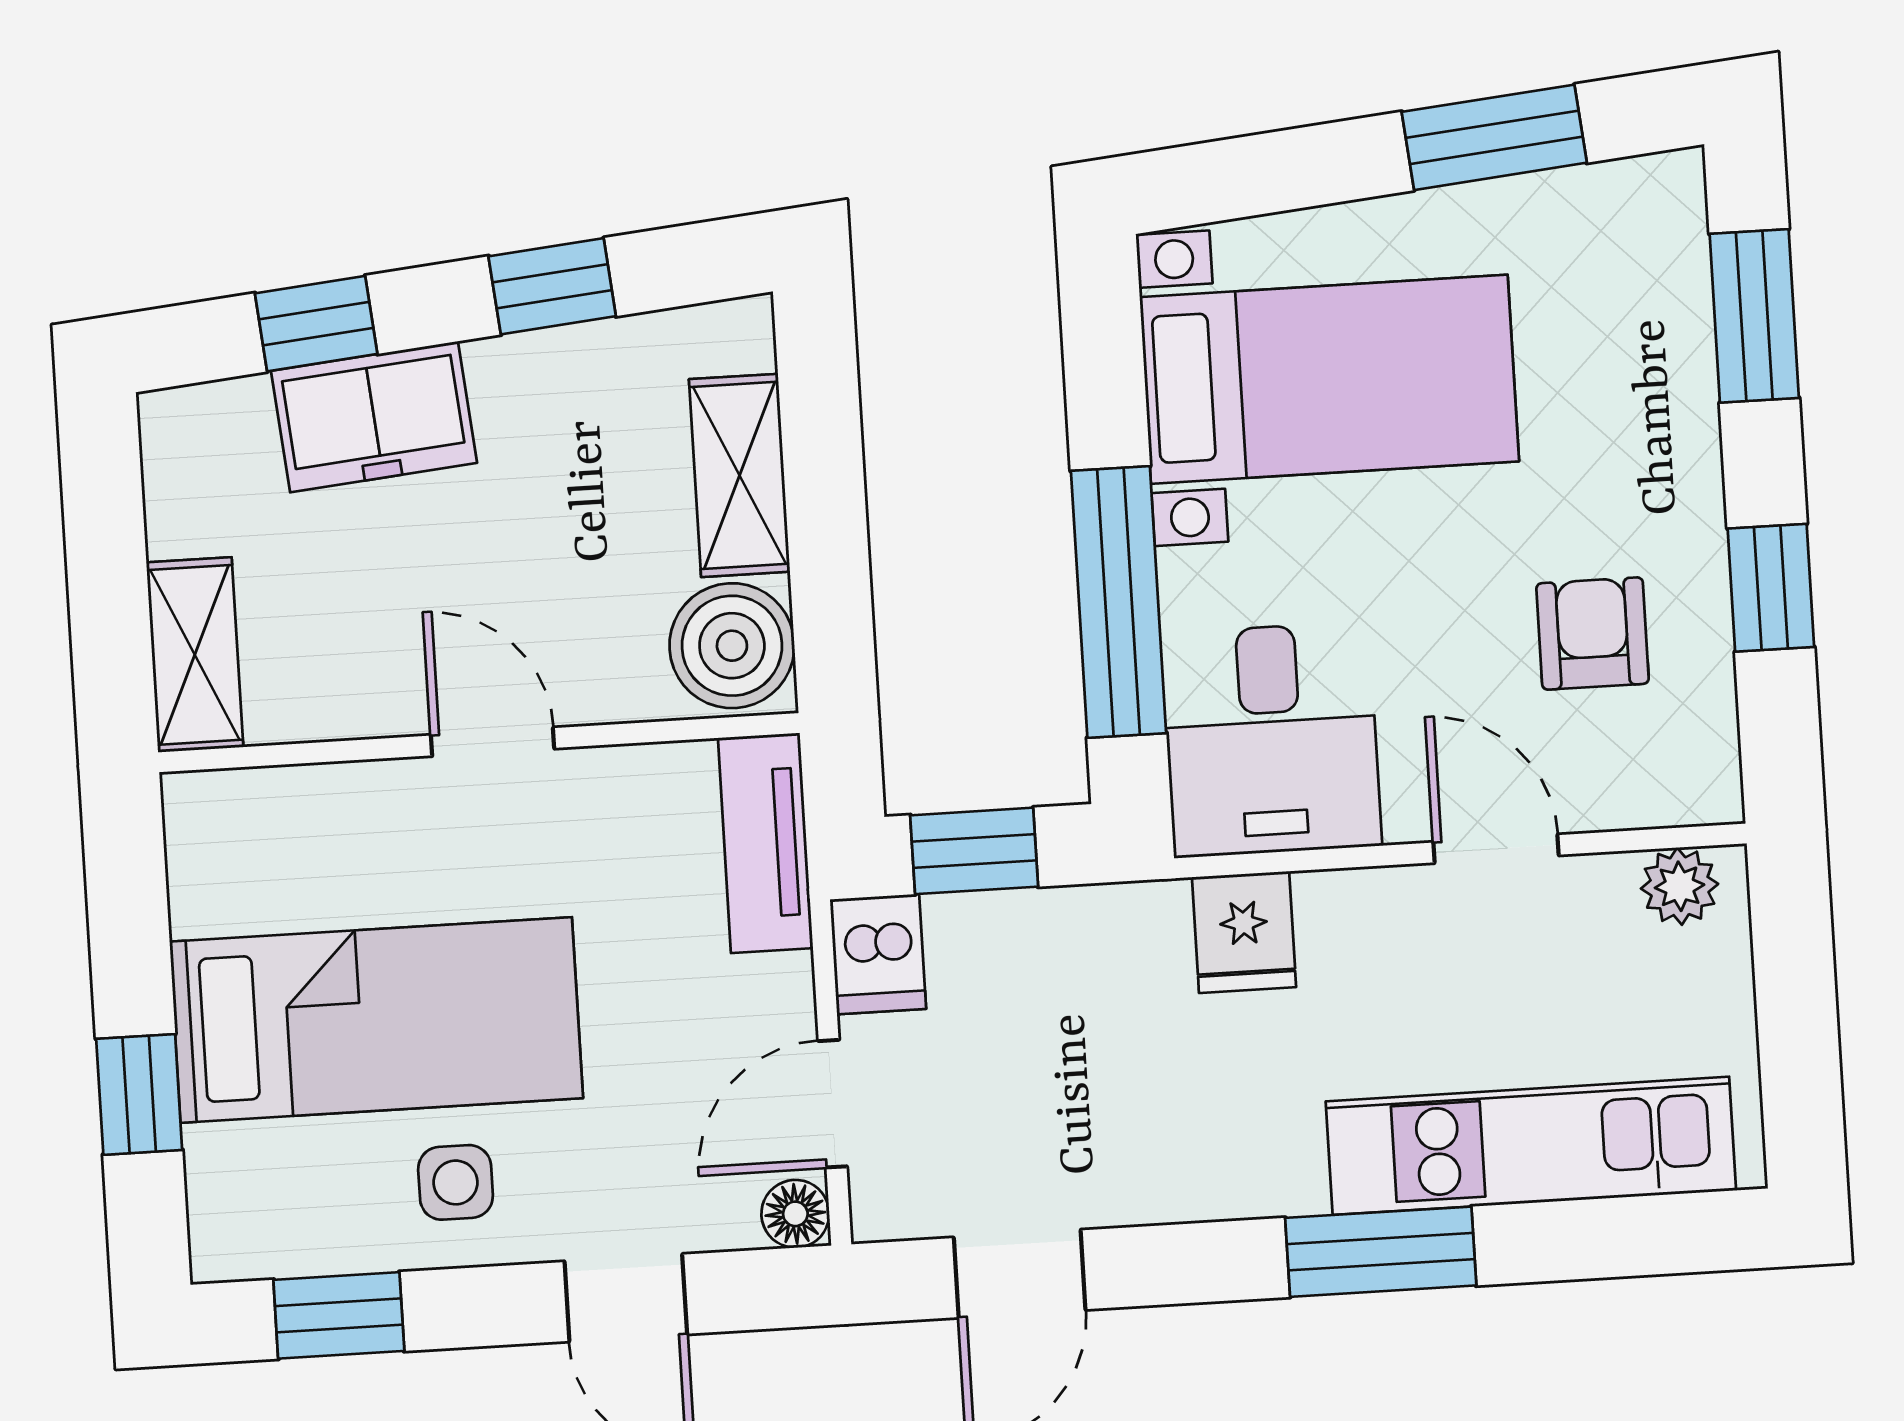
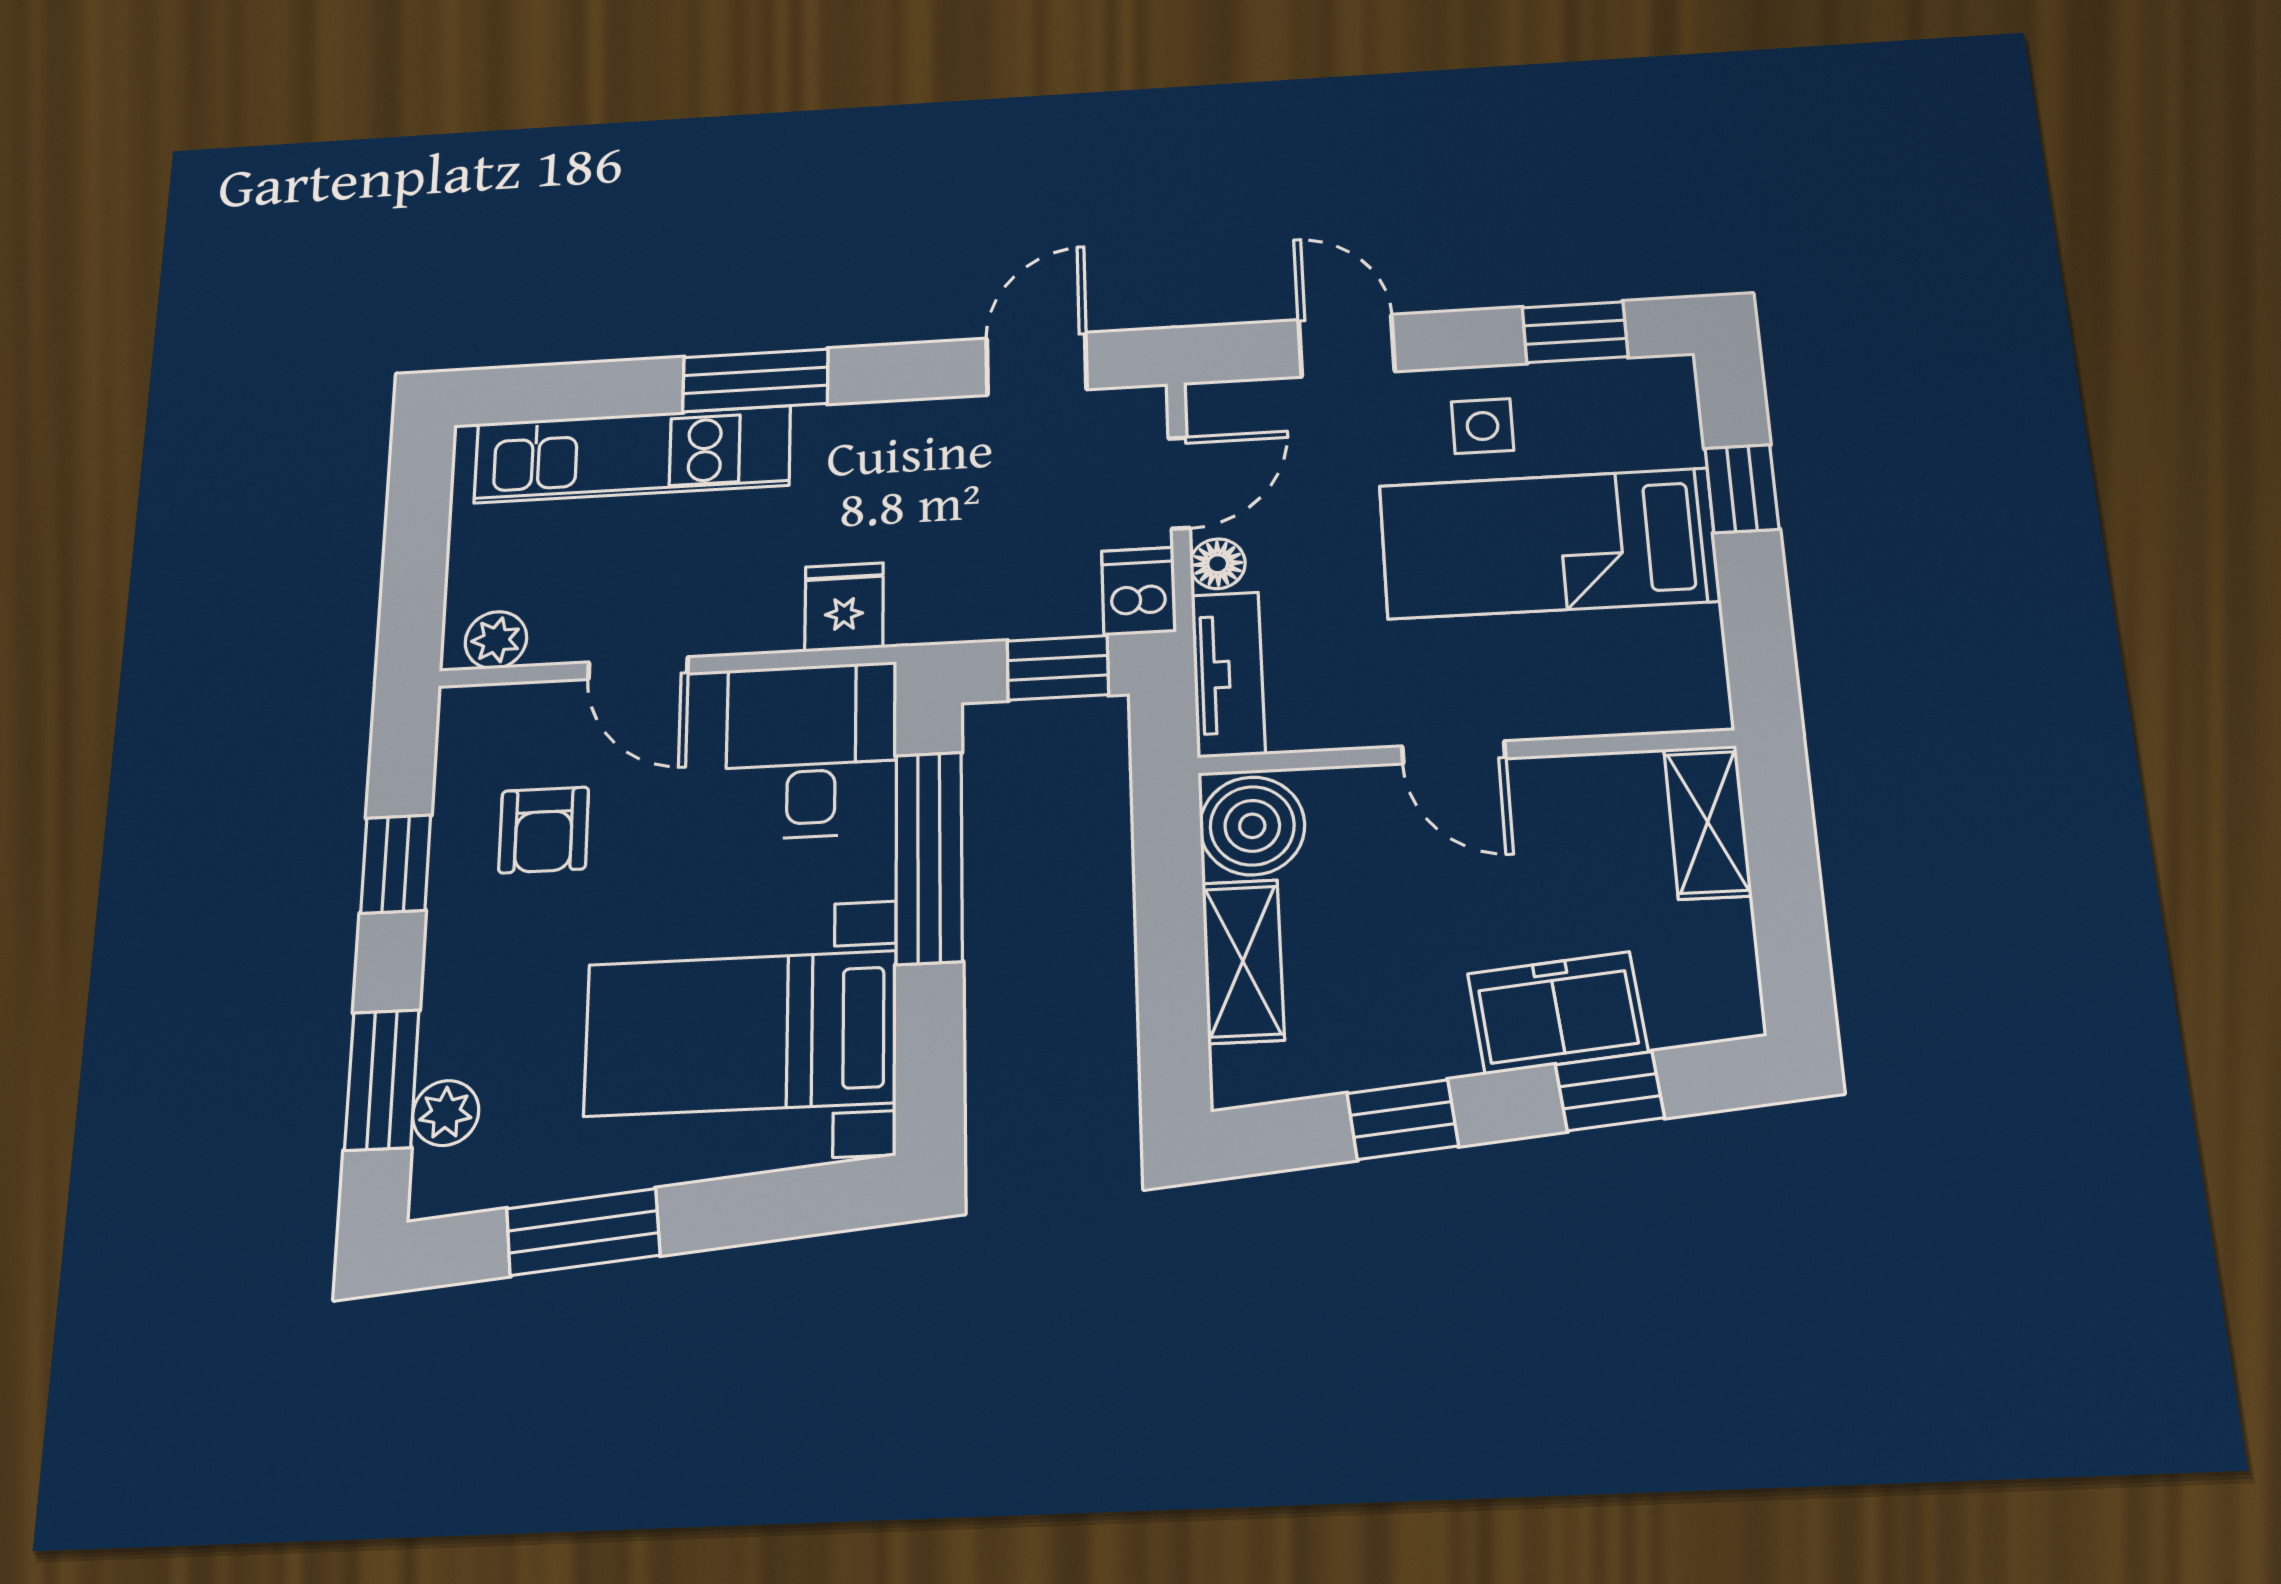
plant: (1673, 277) -> (446, 1113), added
floor lamp: (795, 1214) -> (1218, 564), moved

